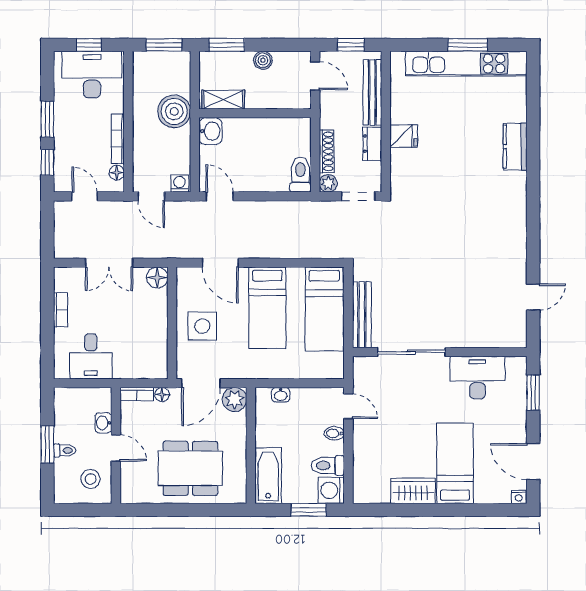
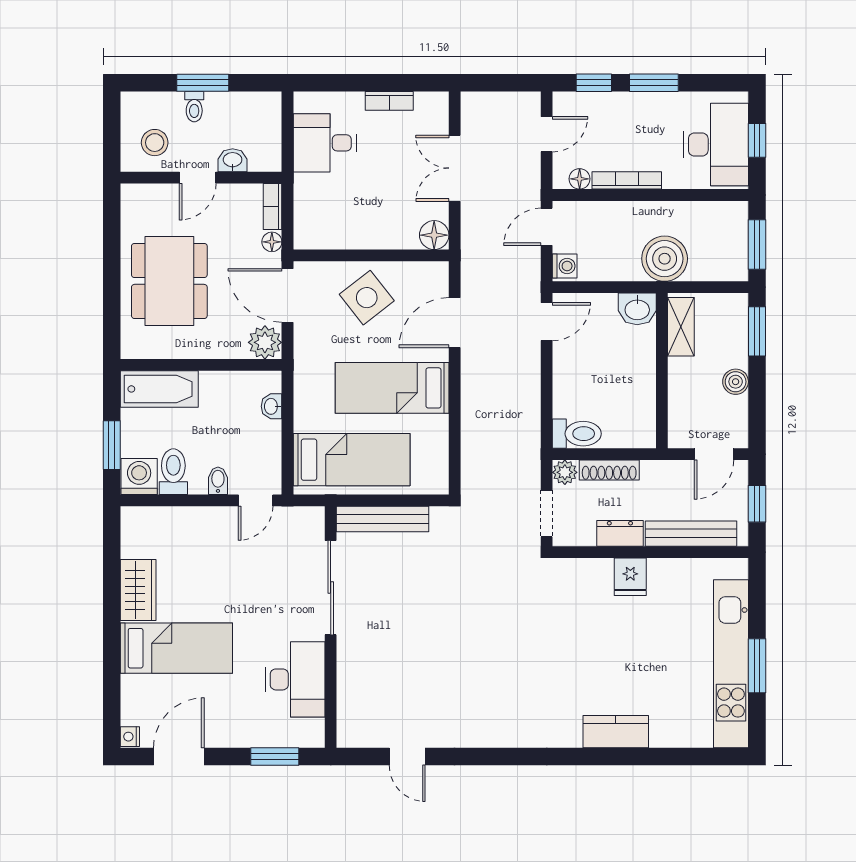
bed: (324, 309) -> (352, 460), moved, turned 180
side table: (202, 326) -> (367, 298), turned -38

